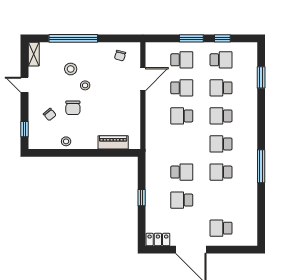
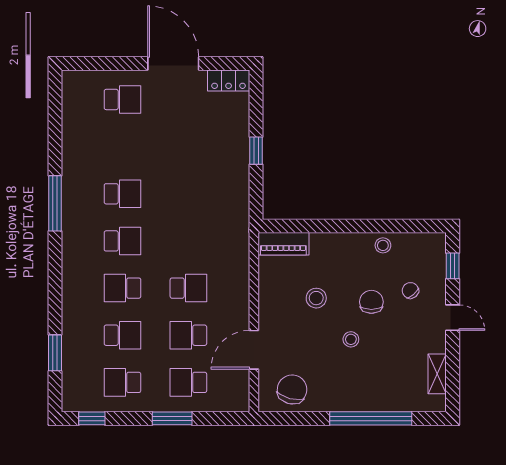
window: (222, 38) -> (92, 418), moved
shelving: (34, 54) -> (437, 374), moved
chair: (120, 56) -> (292, 389), width x1.87, depth x1.87
stool: (71, 69) -> (316, 298), moved
door: (25, 85) -> (453, 318), moved
school desk: (221, 116) -> (122, 288), turned 180
piano: (113, 142) -> (283, 244), moved
school desk: (182, 172) -> (188, 194), removed
school desk: (182, 200) -> (188, 147), removed

